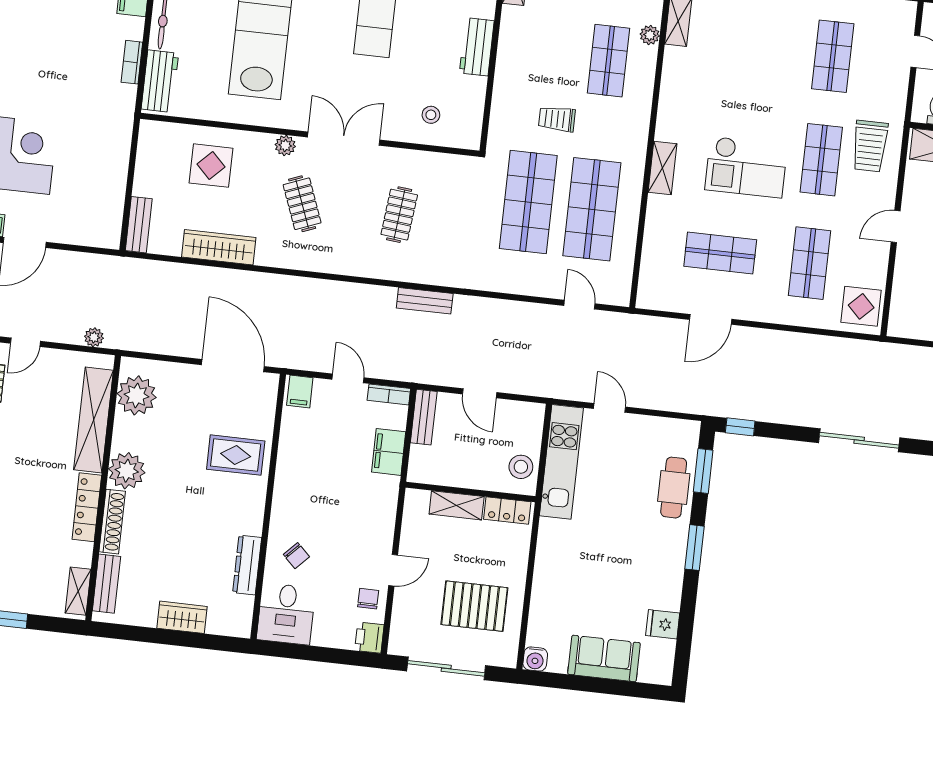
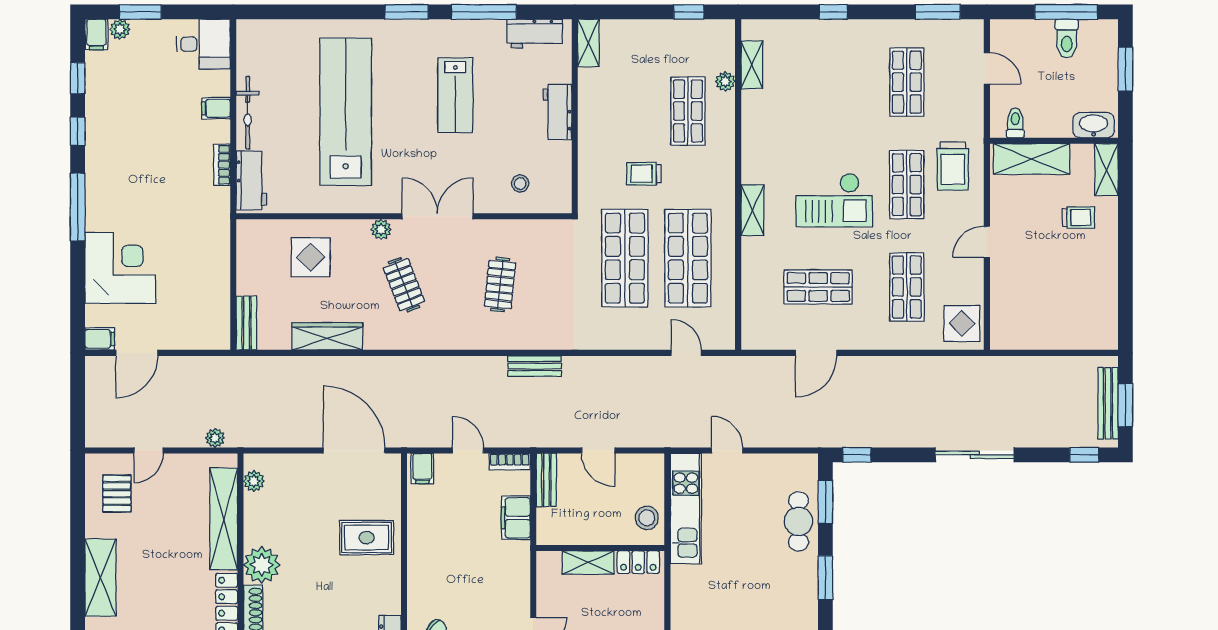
plant: (137, 395) -> (254, 481), width x0.53, depth x0.53

